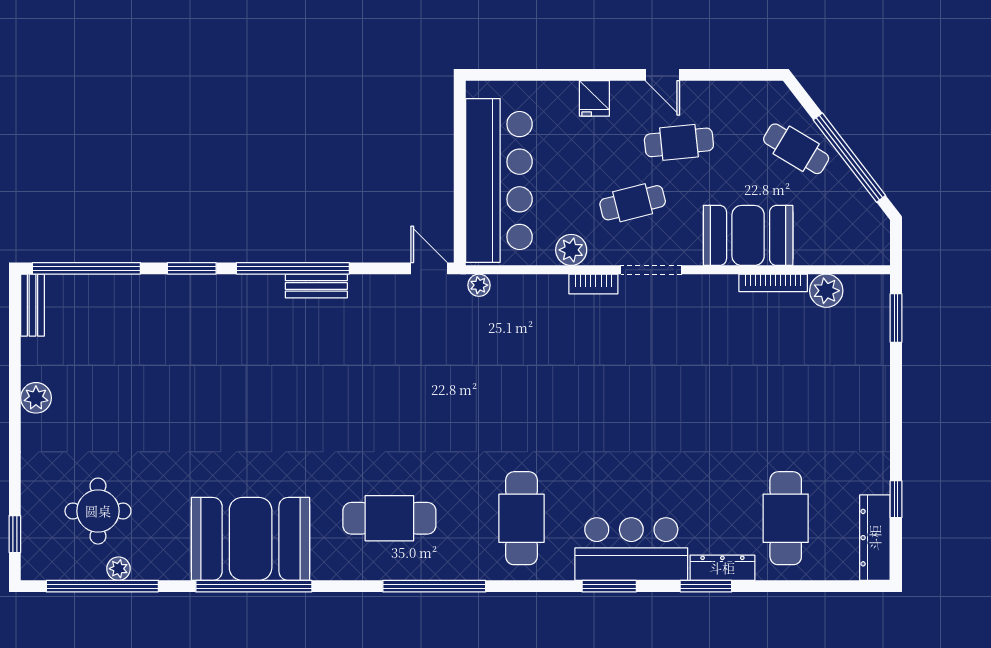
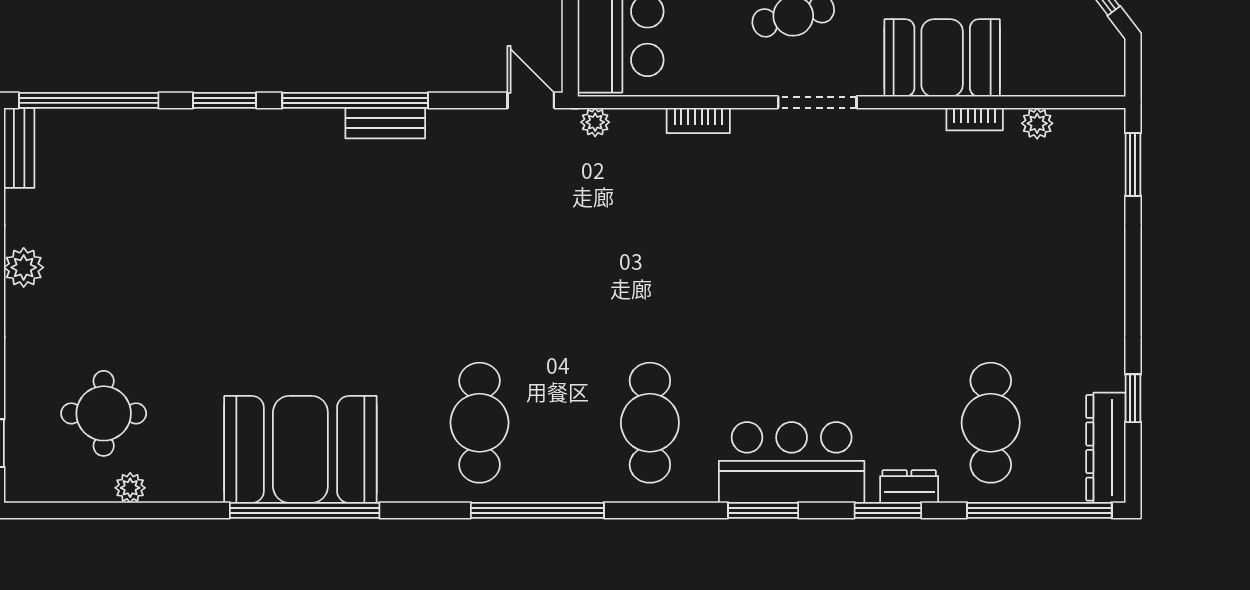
plant: (571, 250) -> (714, 77), removed
bookcase: (773, 283) -> (975, 119), width x0.64
bookcase: (593, 284) -> (698, 121), moved
plant: (826, 291) -> (1037, 123), width x0.73, depth x0.73
cafe table: (389, 518) -> (480, 423), turned 90
dresser: (722, 568) -> (909, 487), width x0.70
window: (102, 586) -> (1039, 510), moved

